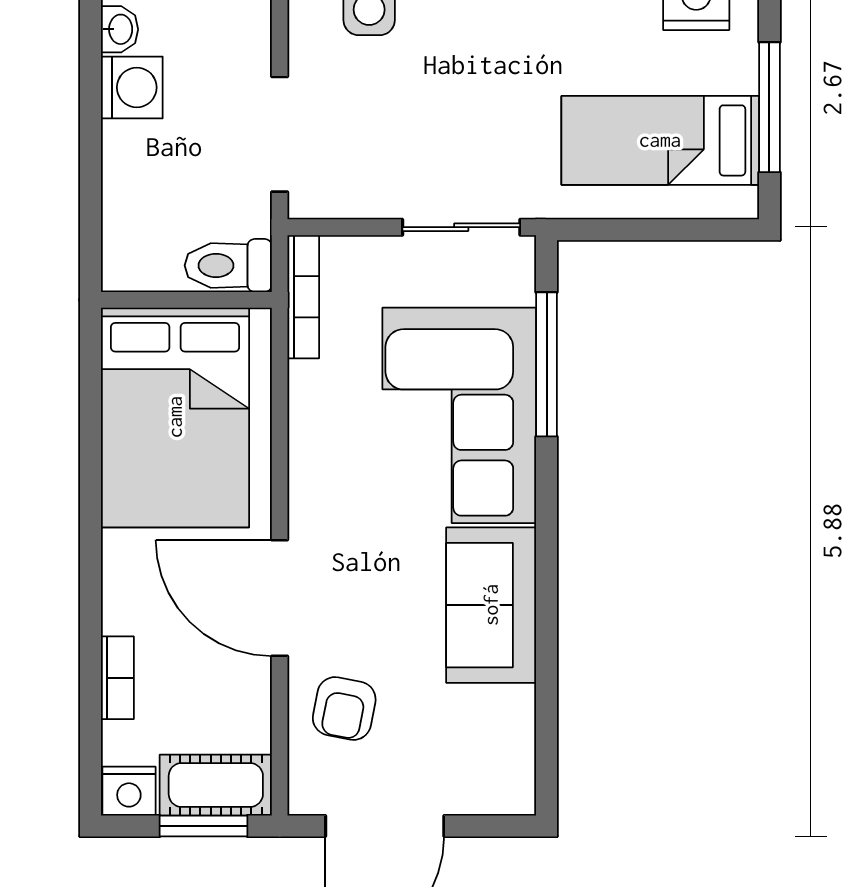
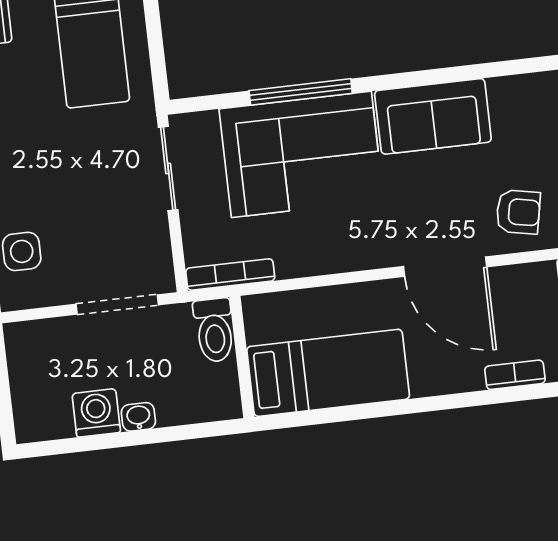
washbasin: (120, 29) -> (138, 417), moved
window: (547, 364) -> (301, 92), moved
bed: (175, 417) -> (328, 373), width x0.67
door: (280, 598) -> (445, 267), hinge flipped

